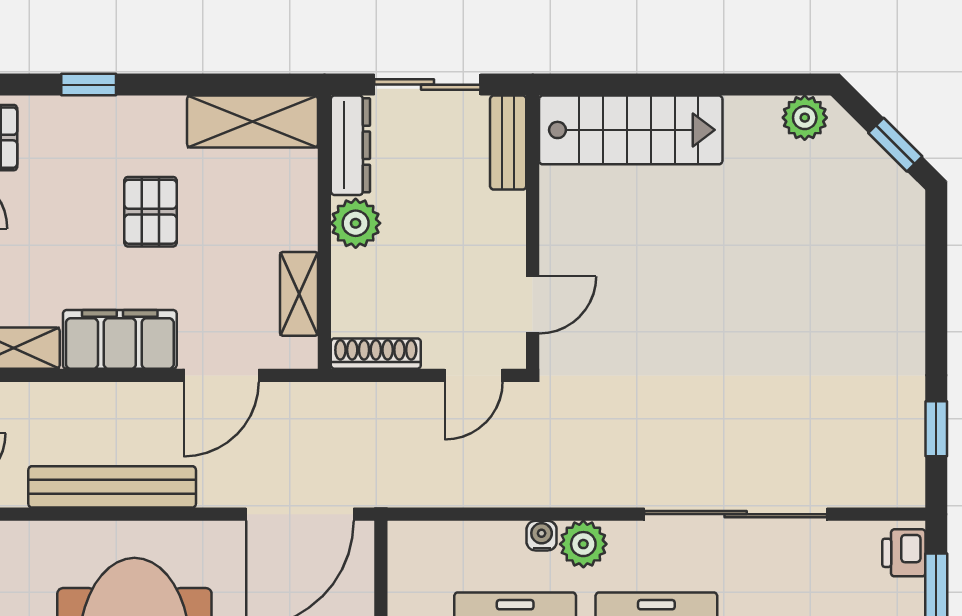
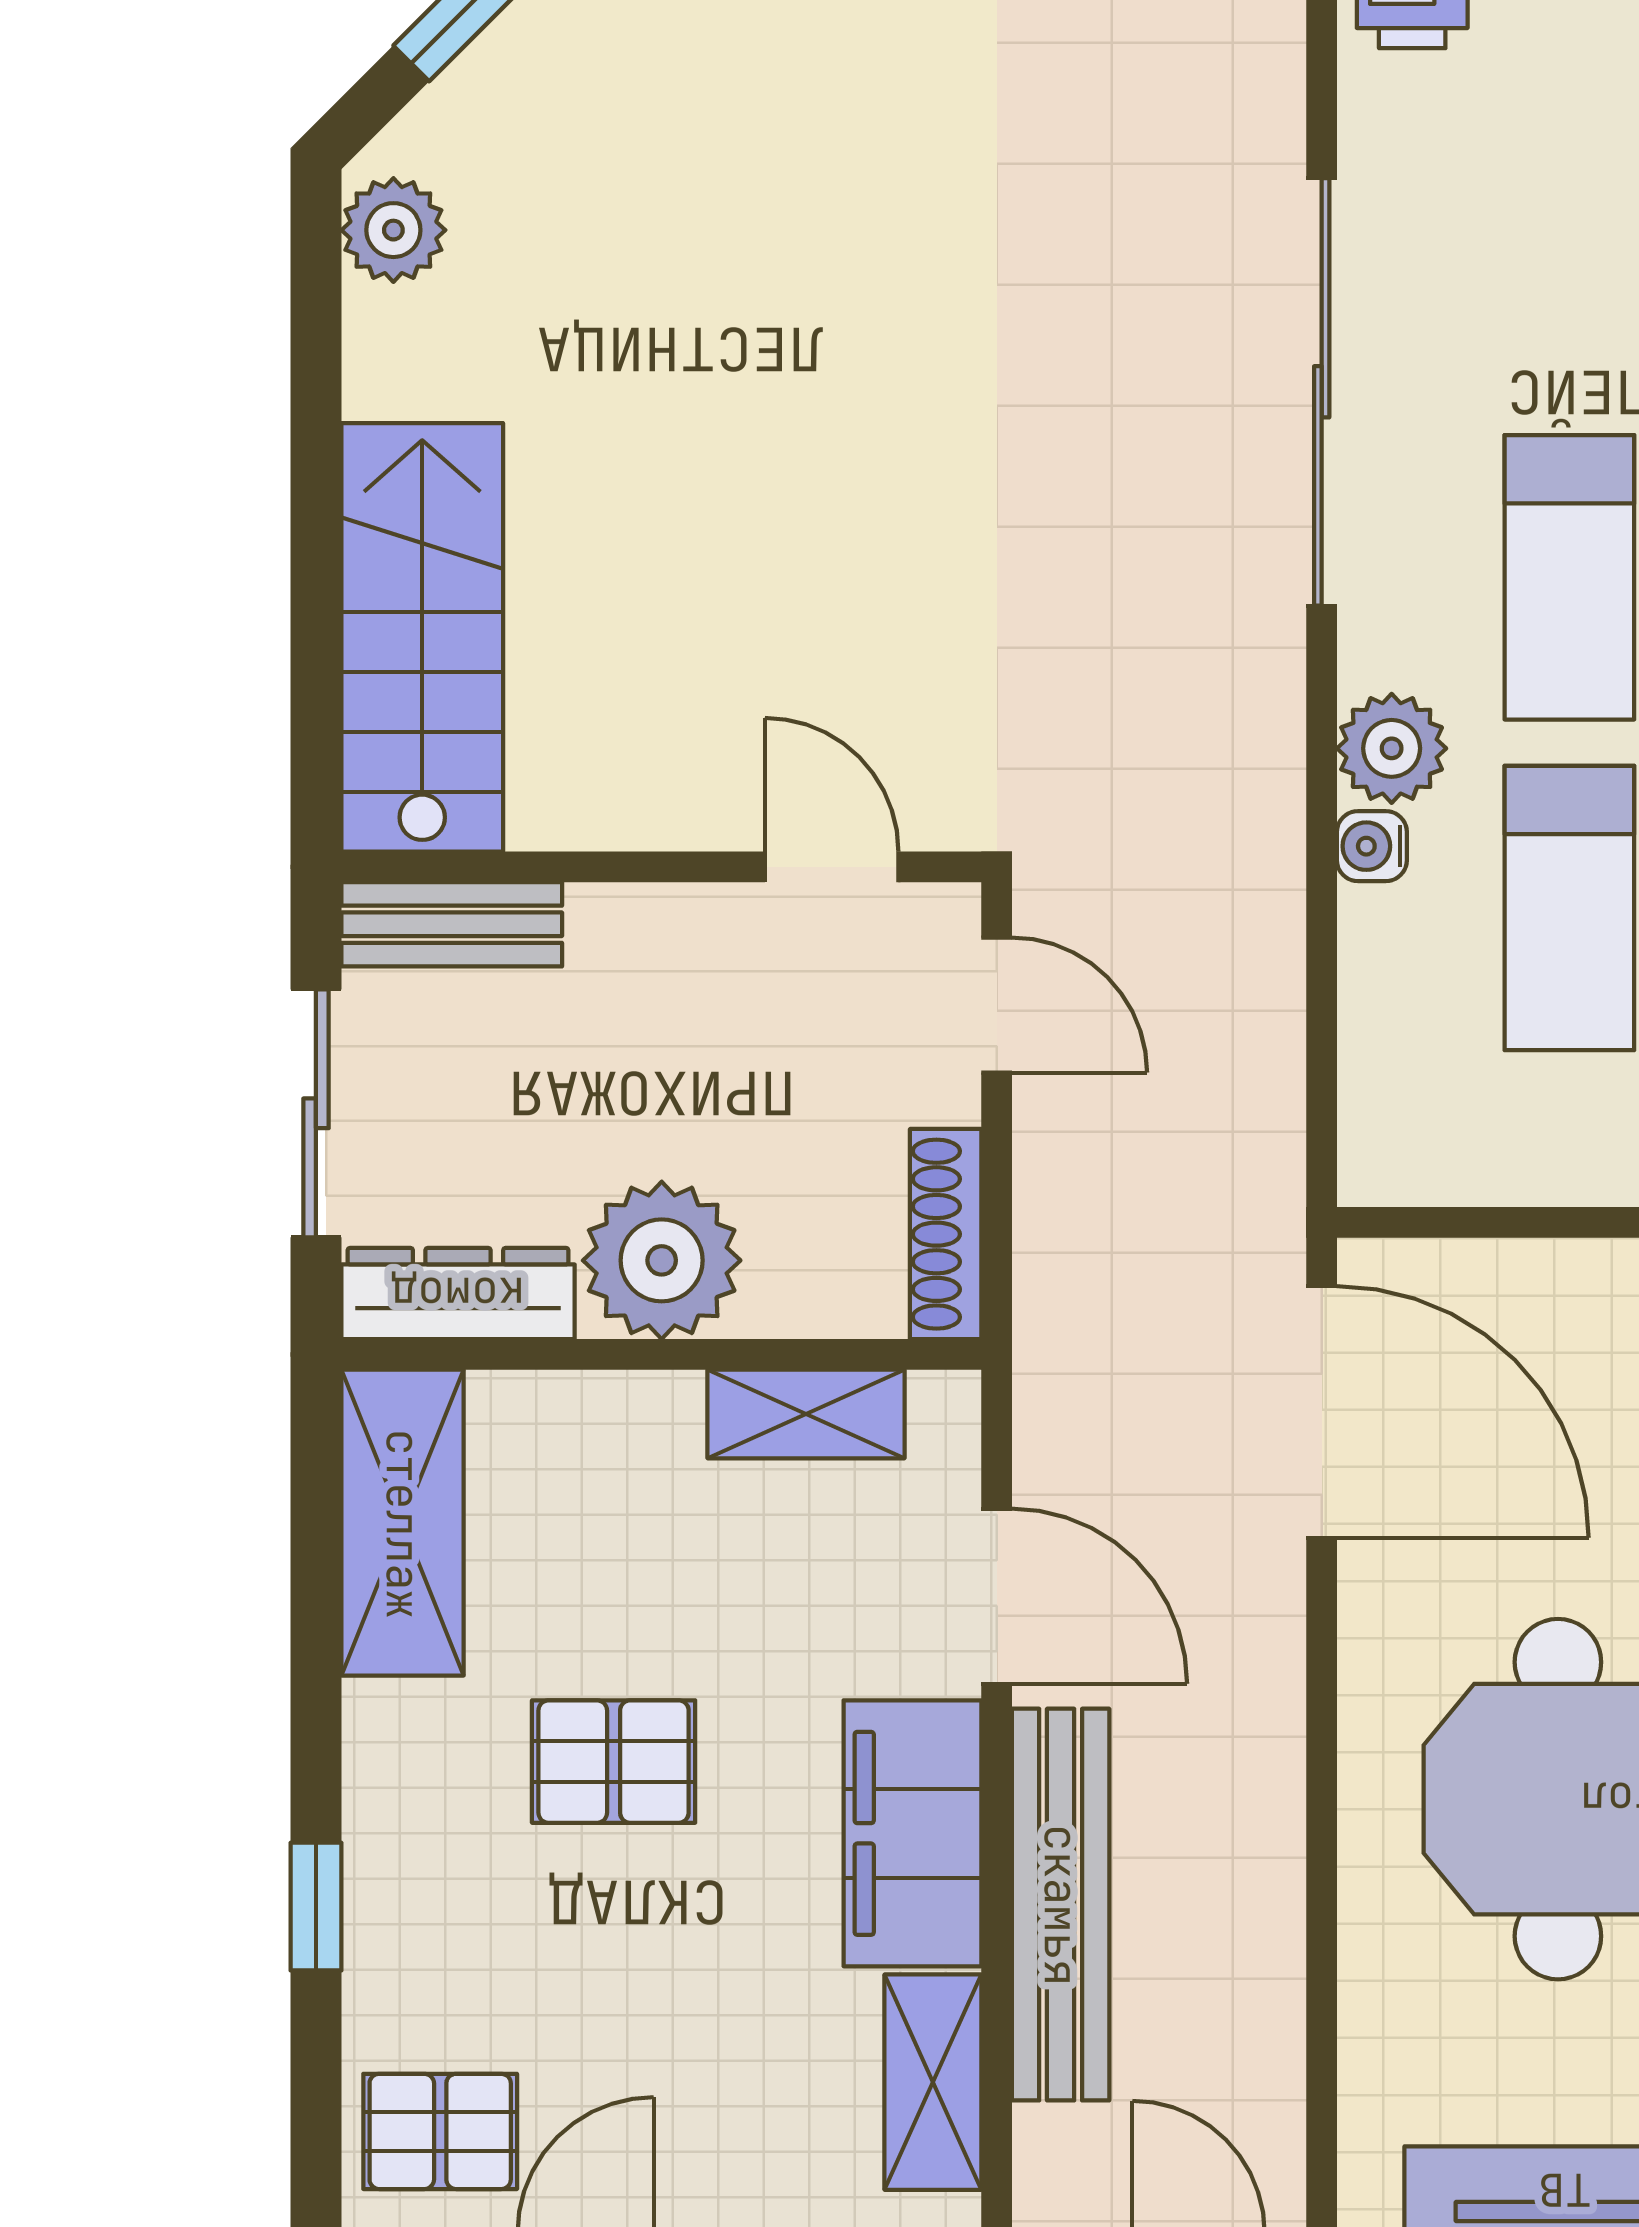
plant: (356, 223) -> (662, 1260), width x1.36, depth x1.36
bench: (112, 487) -> (1061, 1905), moved

